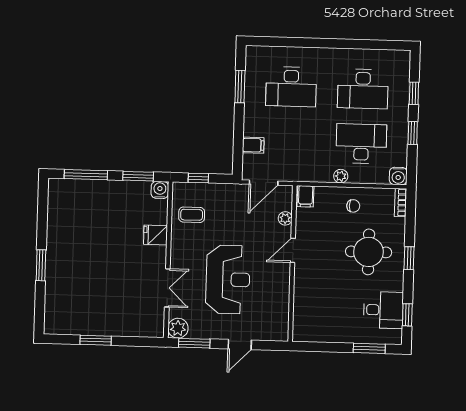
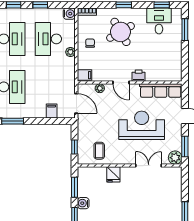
water cooler: (160, 190) -> (83, 203), moved
round table: (369, 252) -> (120, 32), turned -30
printer: (302, 277) -> (139, 76), added
row of seats: (279, 310) -> (161, 91), added

